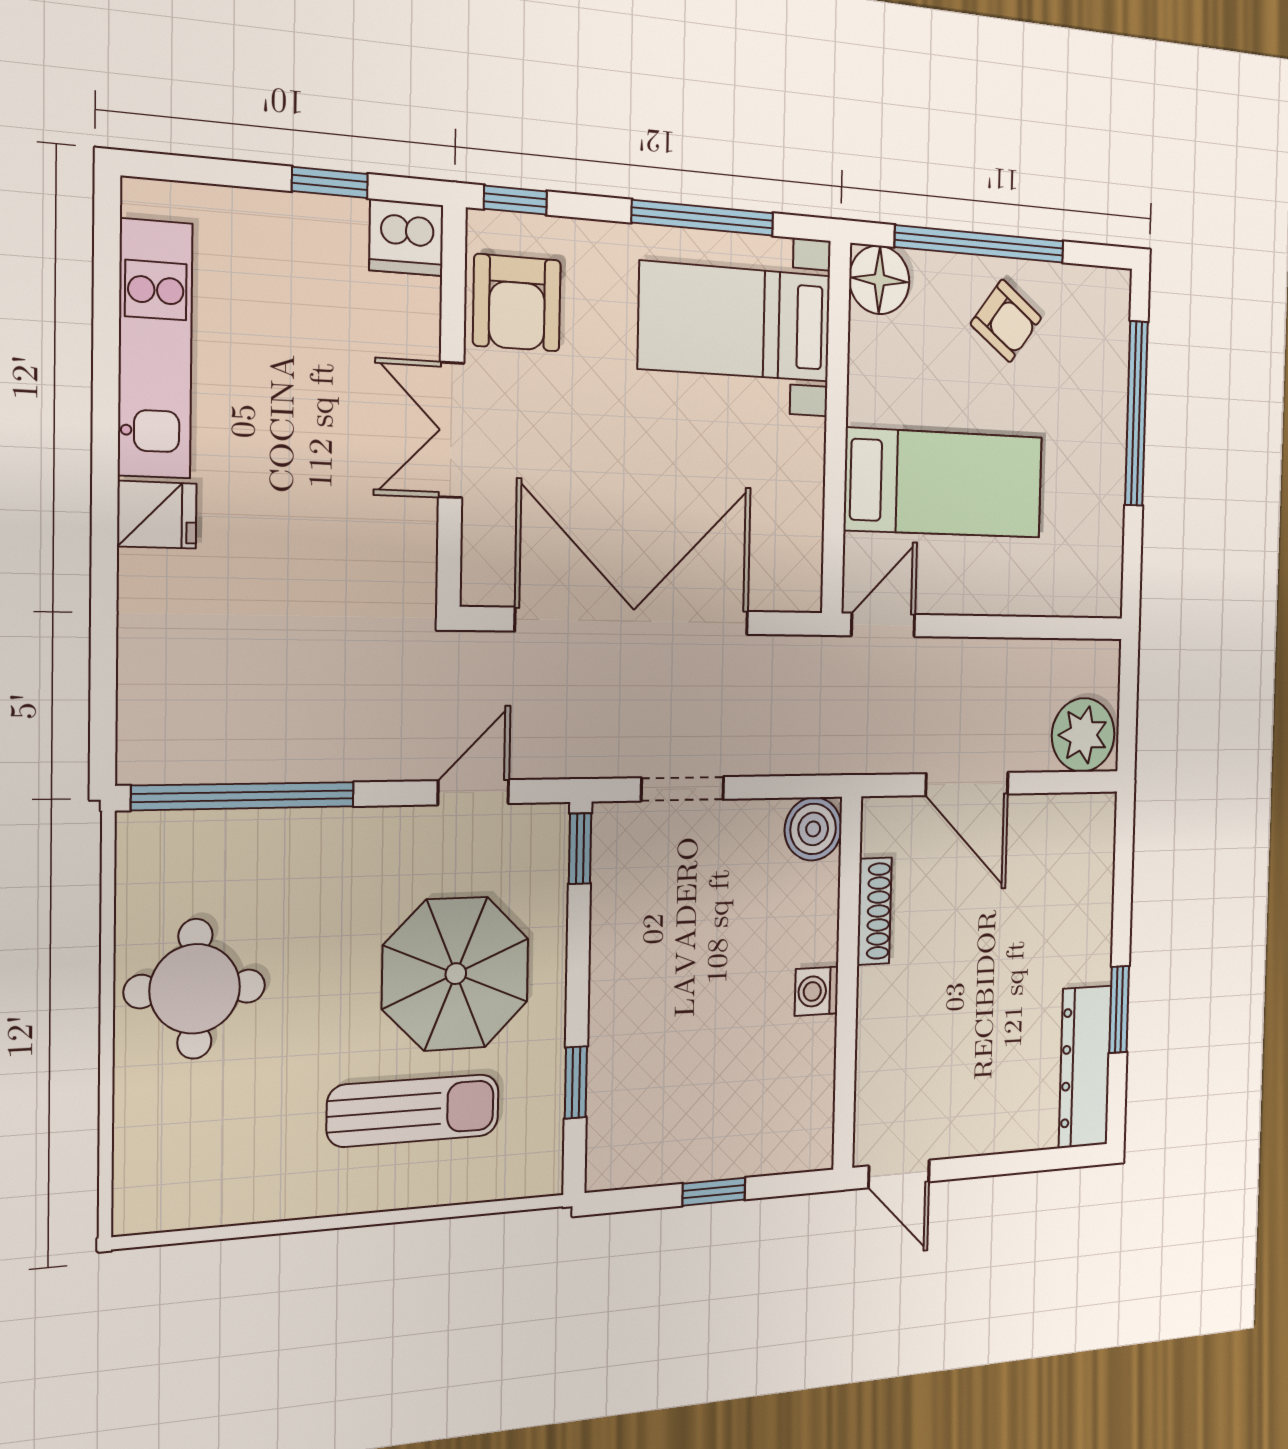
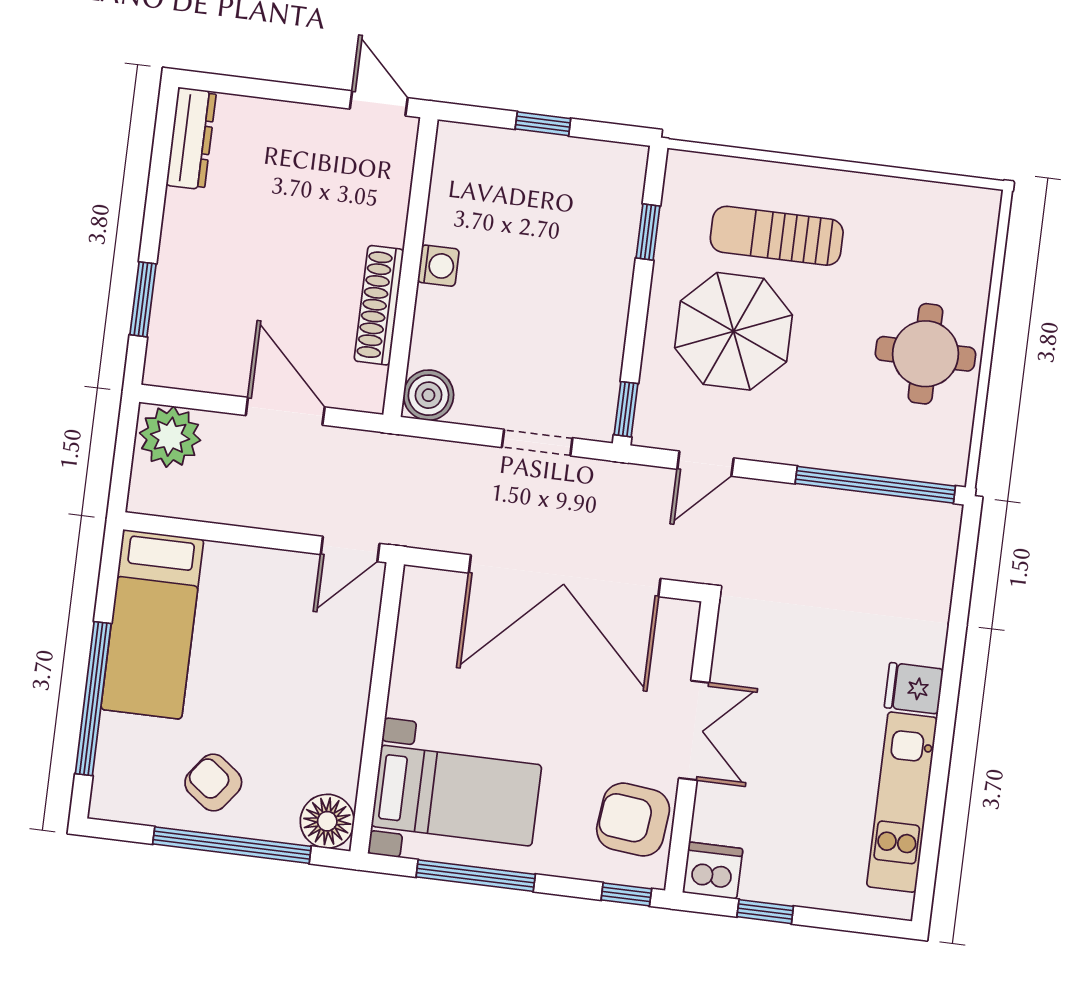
armchair: (517, 303) -> (633, 820), turned -84
bed: (944, 483) -> (152, 624), moved, turned -90
shoe rack: (874, 911) -> (379, 305), width x1.36, depth x1.24
window: (1119, 1009) -> (143, 299), moved
dresser: (1085, 1067) -> (191, 139), width x0.73, depth x0.80

